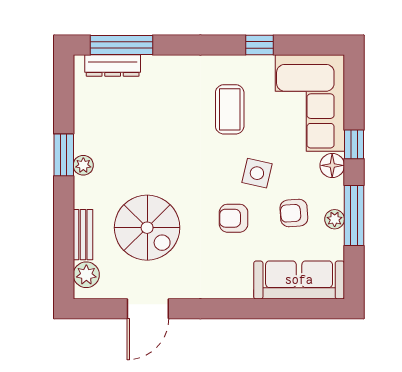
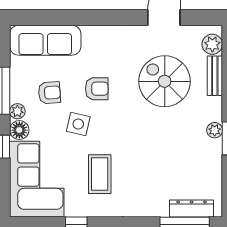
plant: (335, 219) -> (17, 111), moved

